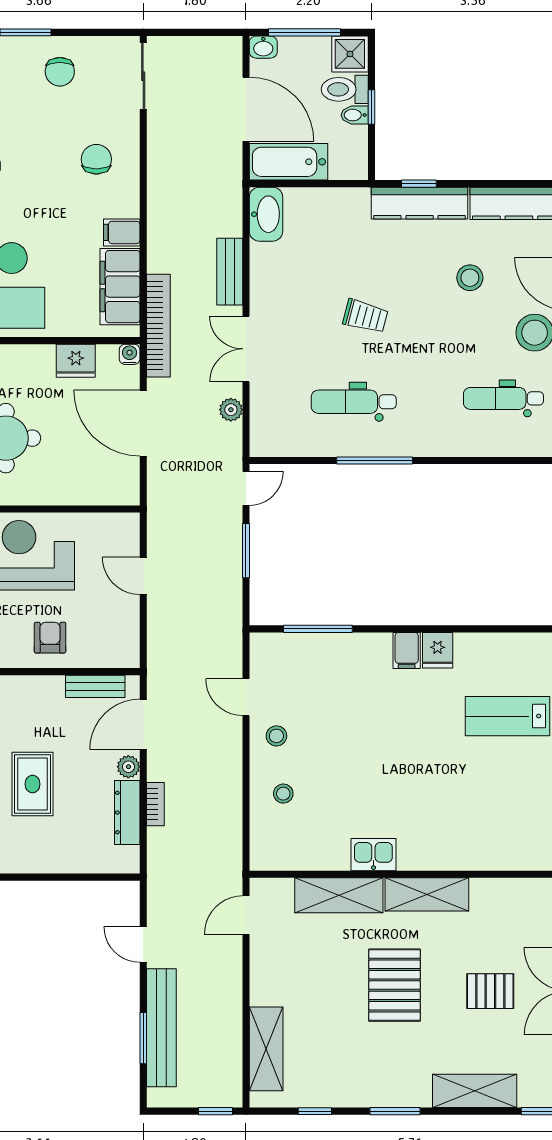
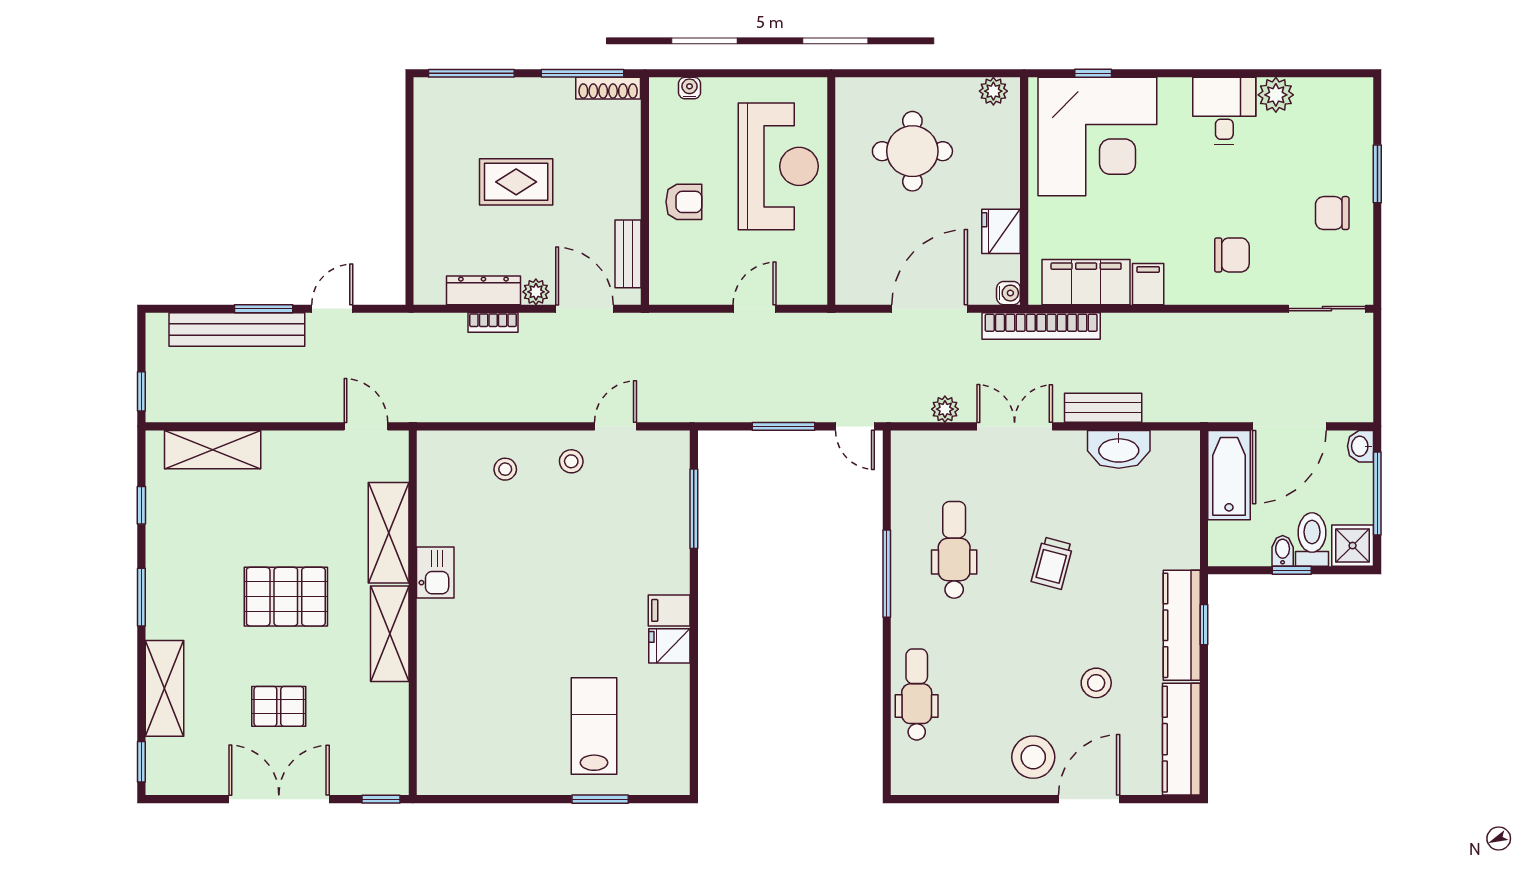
washbasin: (266, 214) -> (1119, 449), moved
dental chair: (503, 398) -> (917, 695), moved
pallet: (490, 991) -> (279, 706), turned 90
window: (143, 1038) -> (264, 309), moved

